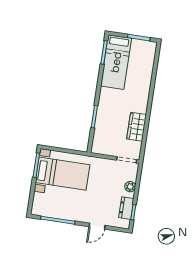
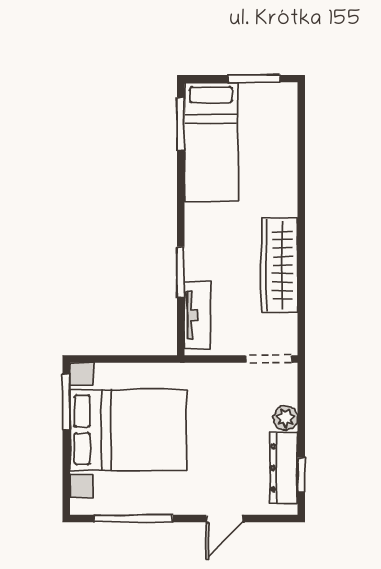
wardrobe: (137, 127) -> (280, 265), width x1.50
tv unit: (99, 136) -> (197, 315), added
bed with nightstands: (63, 174) -> (128, 430), width x1.36
dresser: (126, 208) -> (284, 468), width x1.44

